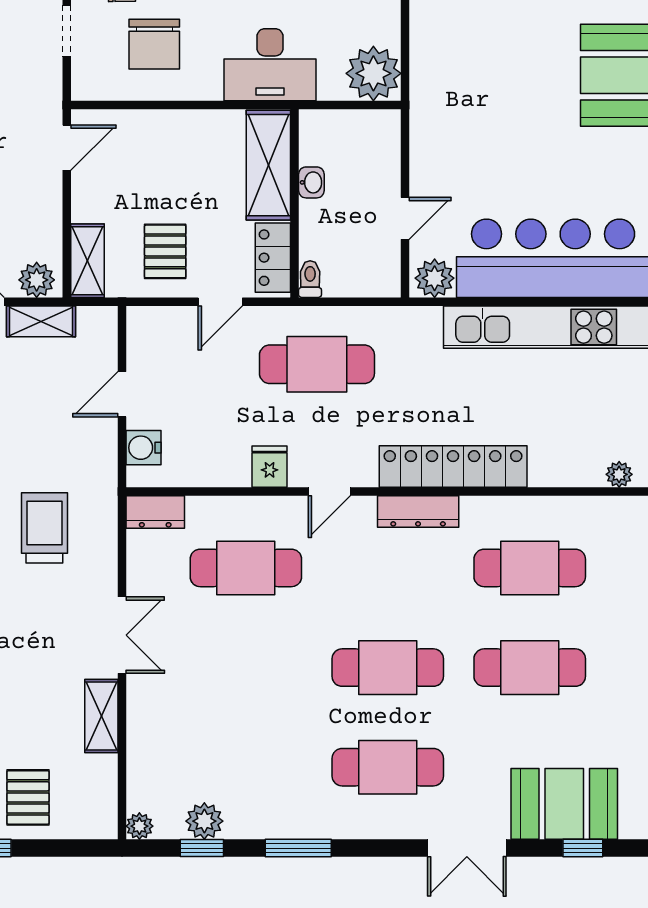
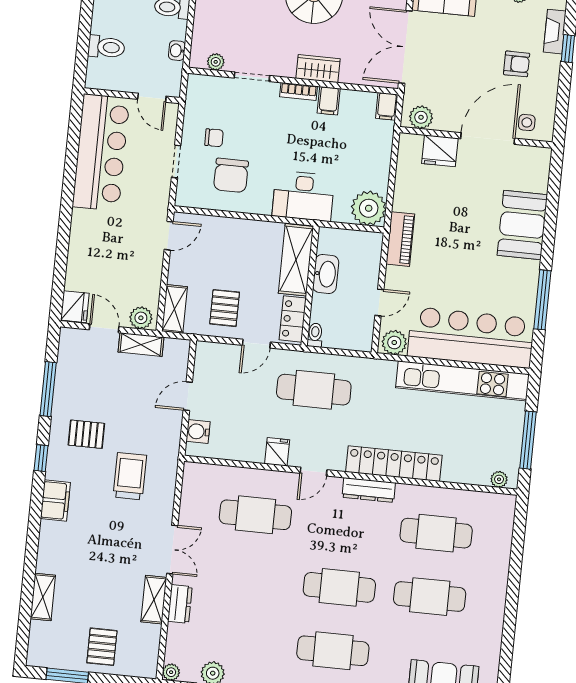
piano: (428, 116) -> (400, 239), added
washbasin: (311, 182) -> (326, 274), width x1.91, depth x1.45
dresser: (155, 512) -> (180, 604), moved, turned -90

